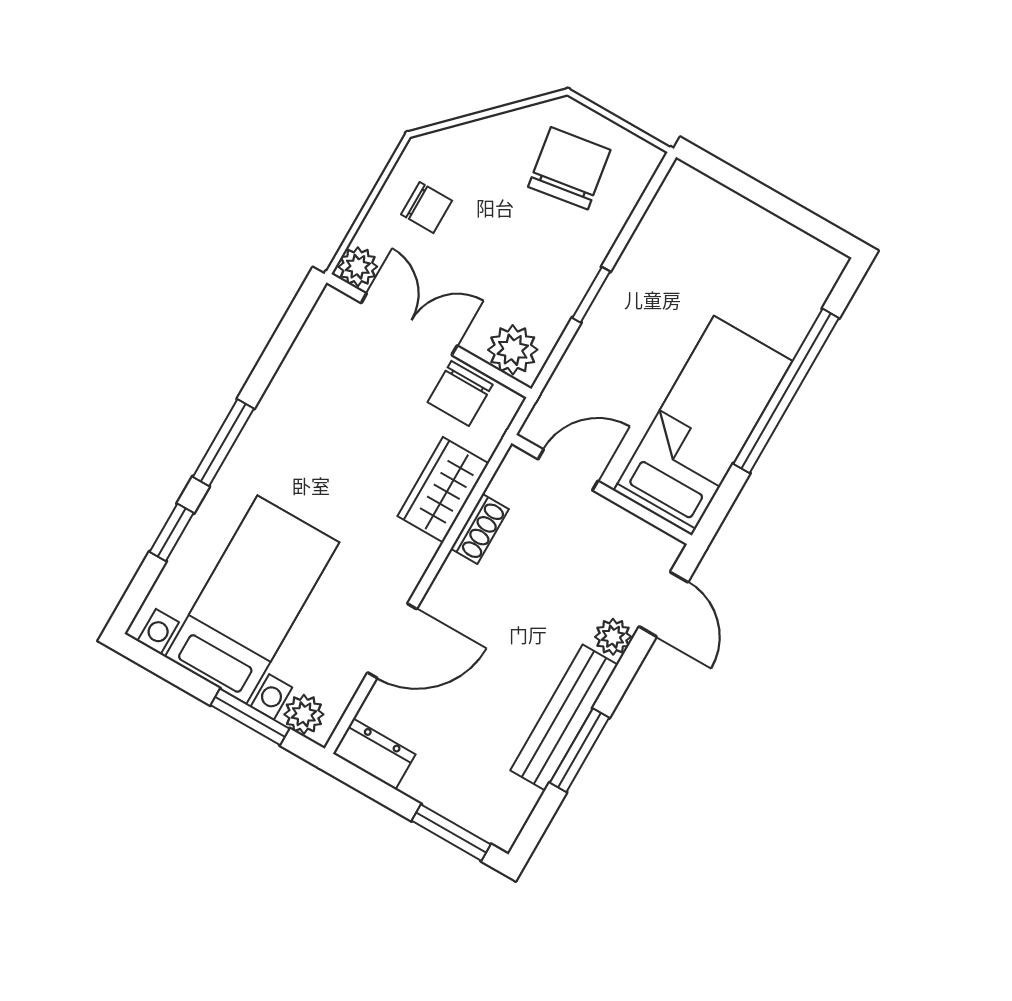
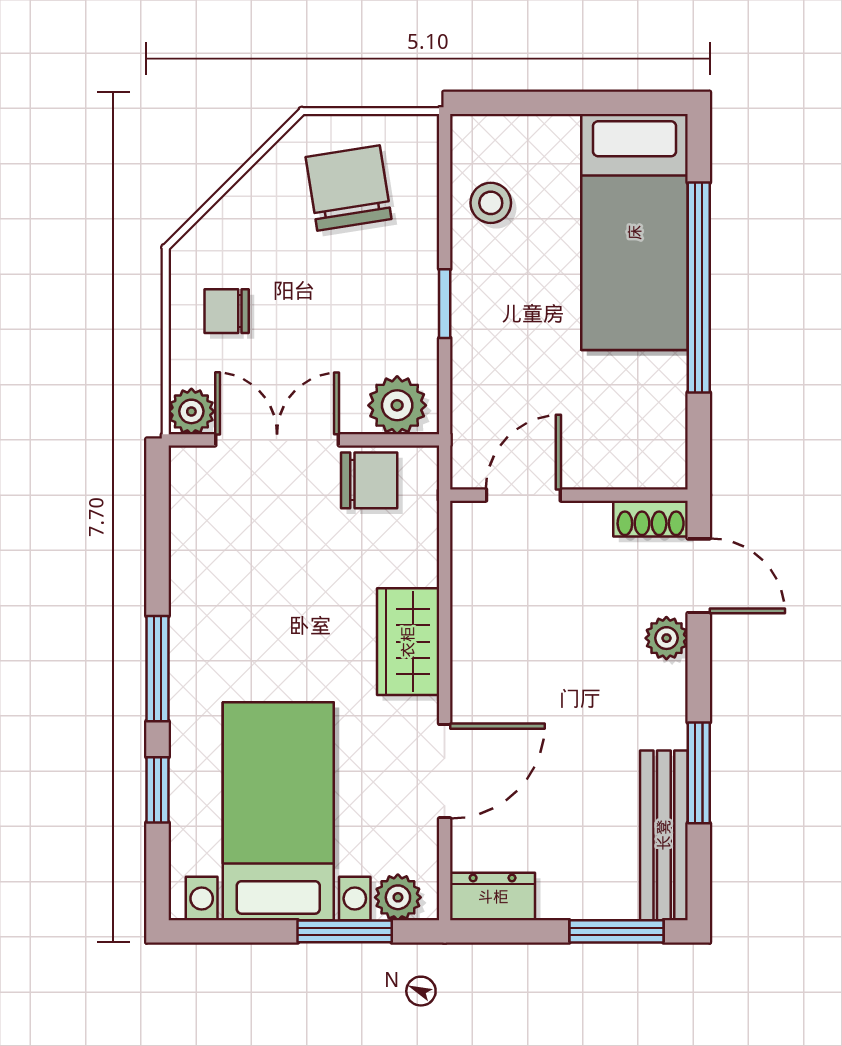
chair: (427, 208) -> (227, 311), turned 180
stool: (668, 240) -> (491, 203), added
chair: (460, 393) -> (369, 480), turned -90
bed: (703, 426) -> (635, 232), moved, turned 180
wardrobe: (443, 490) -> (408, 642), moved
shoe rack: (480, 529) -> (651, 519), moved, turned 90
bench: (564, 718) -> (664, 835), moved

